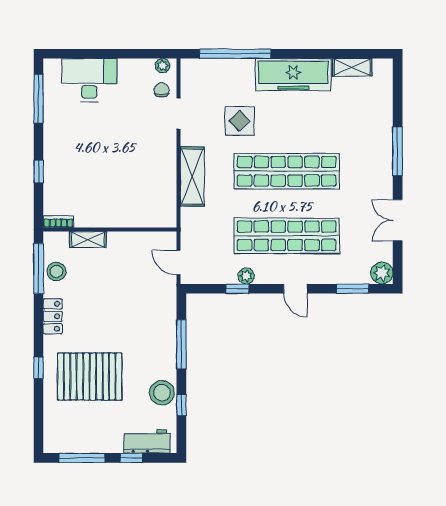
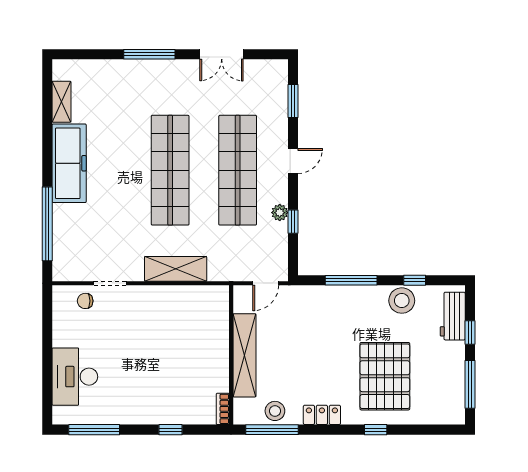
plant: (163, 66) -> (60, 300), removed
display table: (239, 121) -> (118, 220), removed
shelving: (88, 240) -> (244, 355), width x2.20, depth x1.33
plant: (382, 273) -> (277, 71), removed

